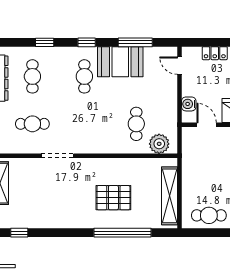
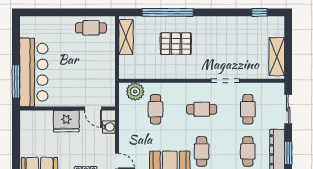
cafe table: (32, 124) -> (248, 109), turned 90
cafe table: (84, 124) -> (202, 109), added
shelving: (170, 196) -> (126, 37), width x0.68

